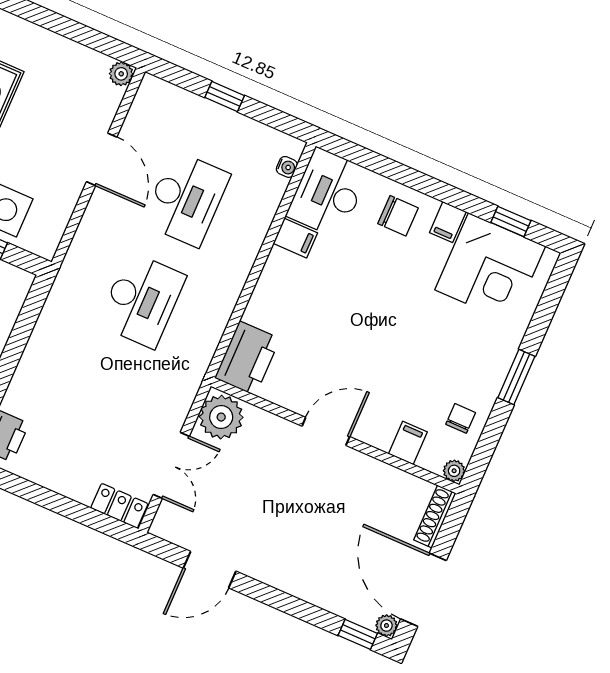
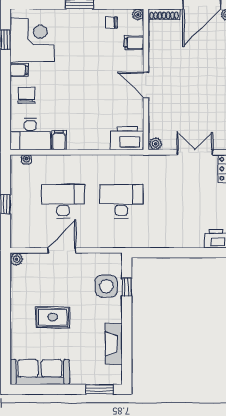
plant: (221, 417) -> (156, 144), width x0.53, depth x0.53

